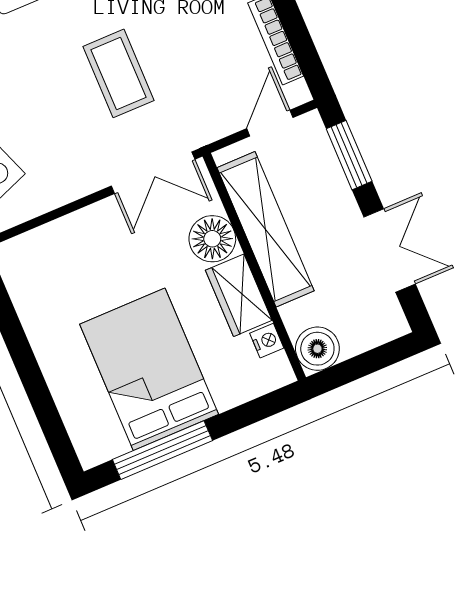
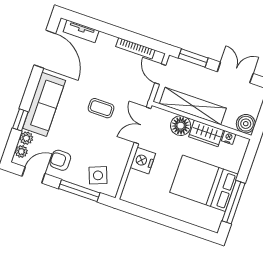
coffee table: (118, 73) -> (101, 108), width x0.73, depth x0.77
double door: (153, 173) -> (143, 126), swing flipped
nightstand: (93, 228) -> (143, 161), added

